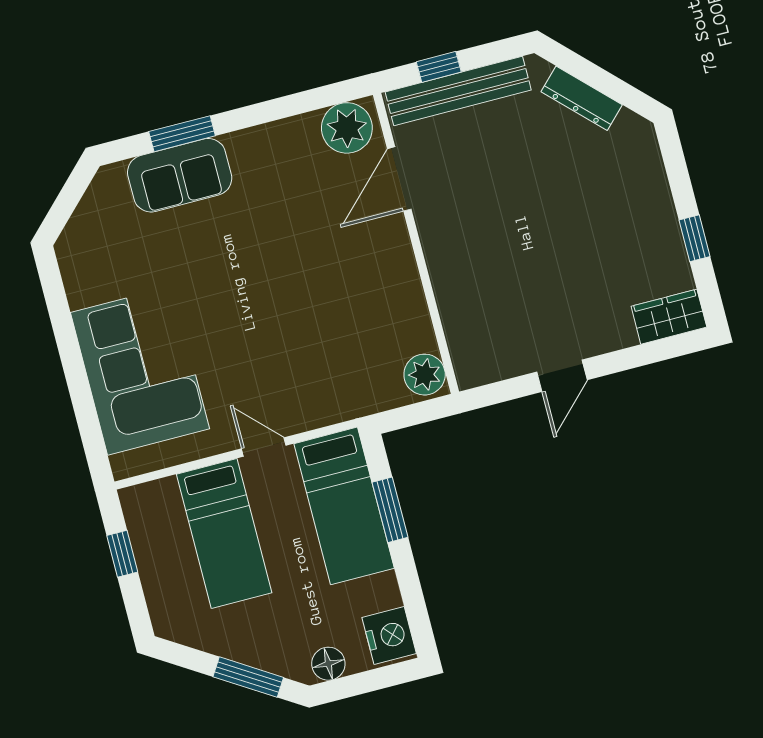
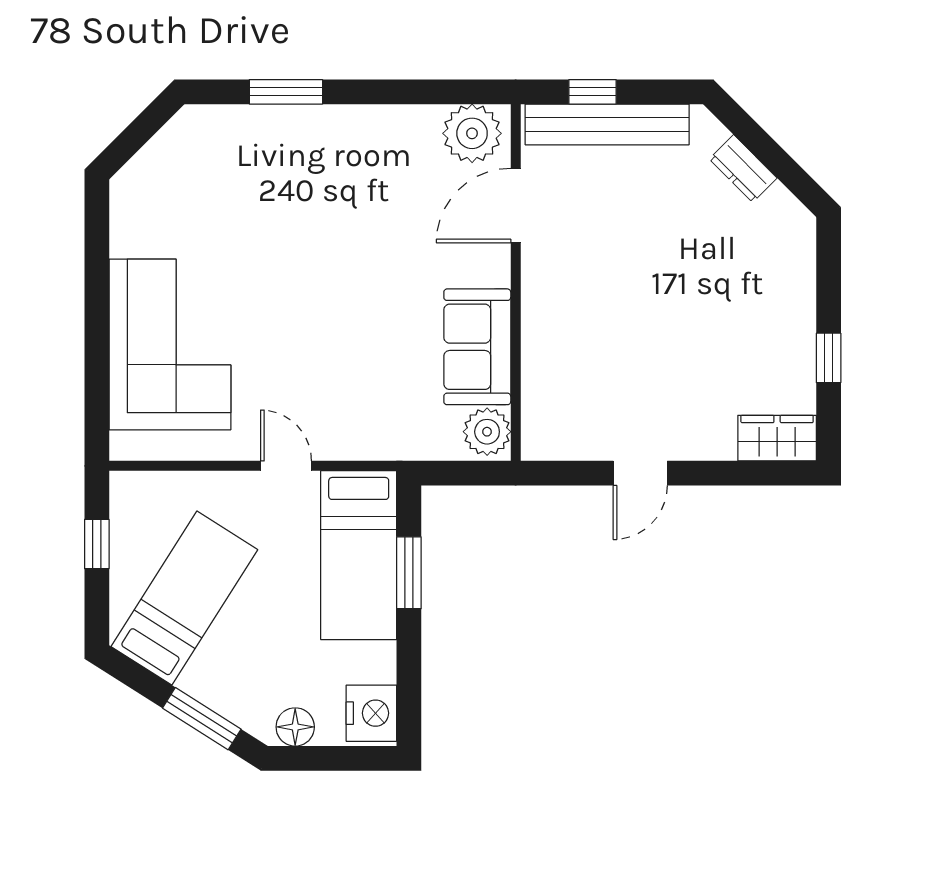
dresser: (582, 98) -> (743, 169), width x0.70
sofa: (180, 175) -> (477, 347), moved, turned 90
bed: (224, 533) -> (184, 598), moved, turned -148

